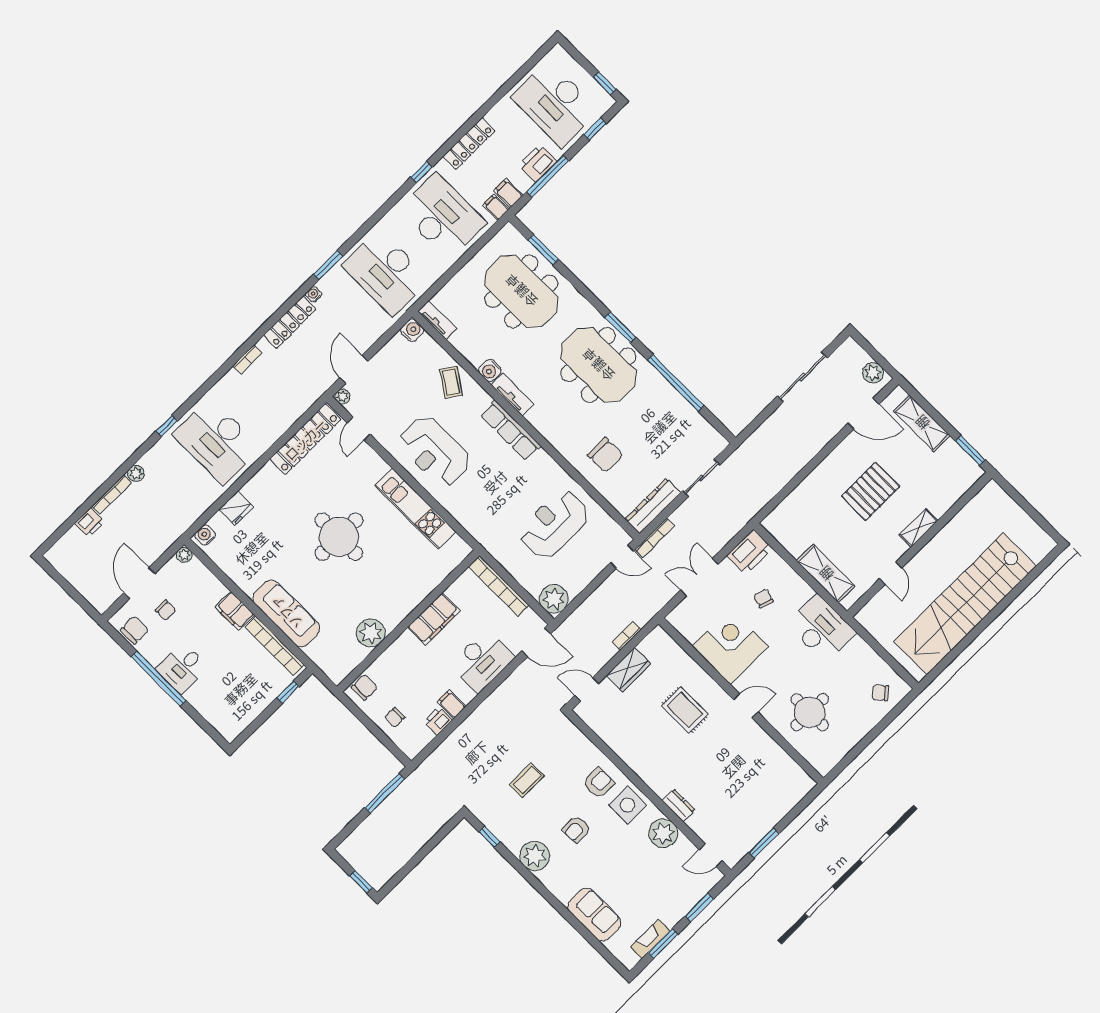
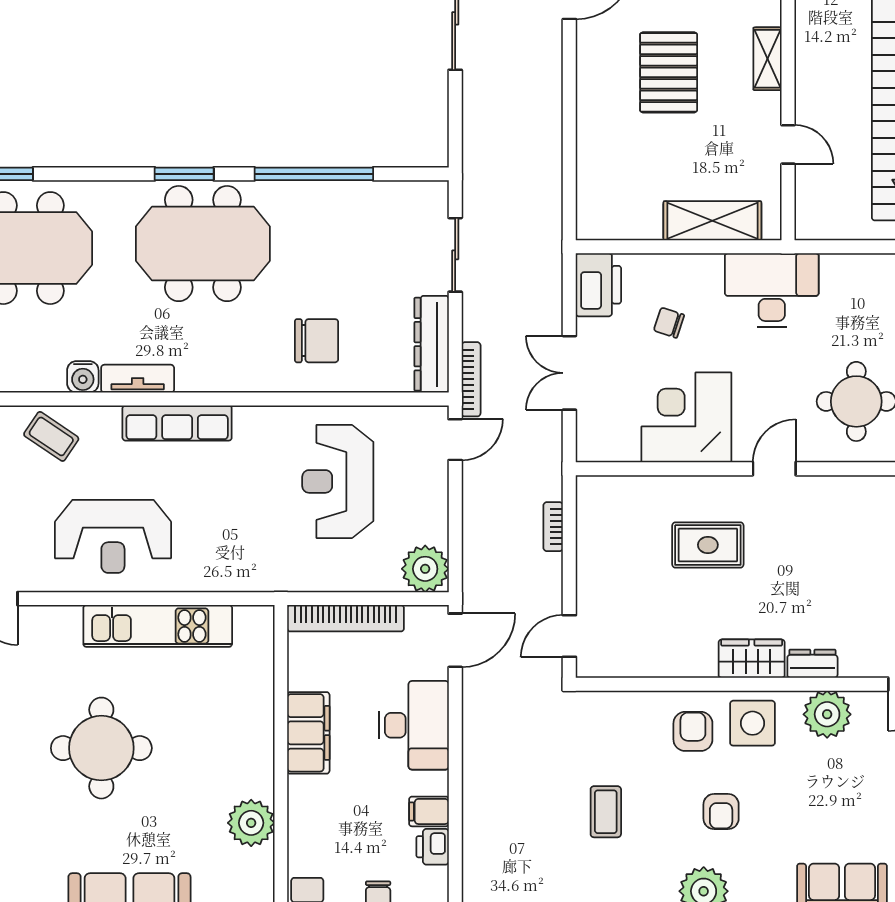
wardrobe: (628, 670) -> (752, 659), moved, turned -90

